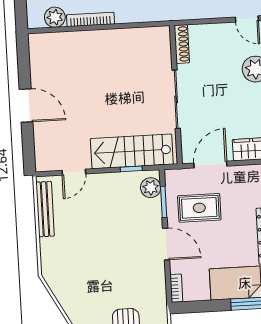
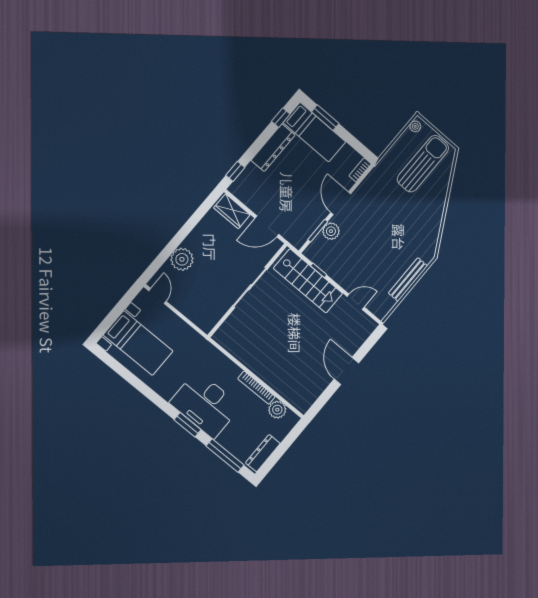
shoe rack: (182, 44) -> (214, 319), removed
plant: (151, 188) -> (331, 231), moved
rug: (199, 208) -> (299, 206), removed
bench: (45, 209) -> (408, 279), moved

